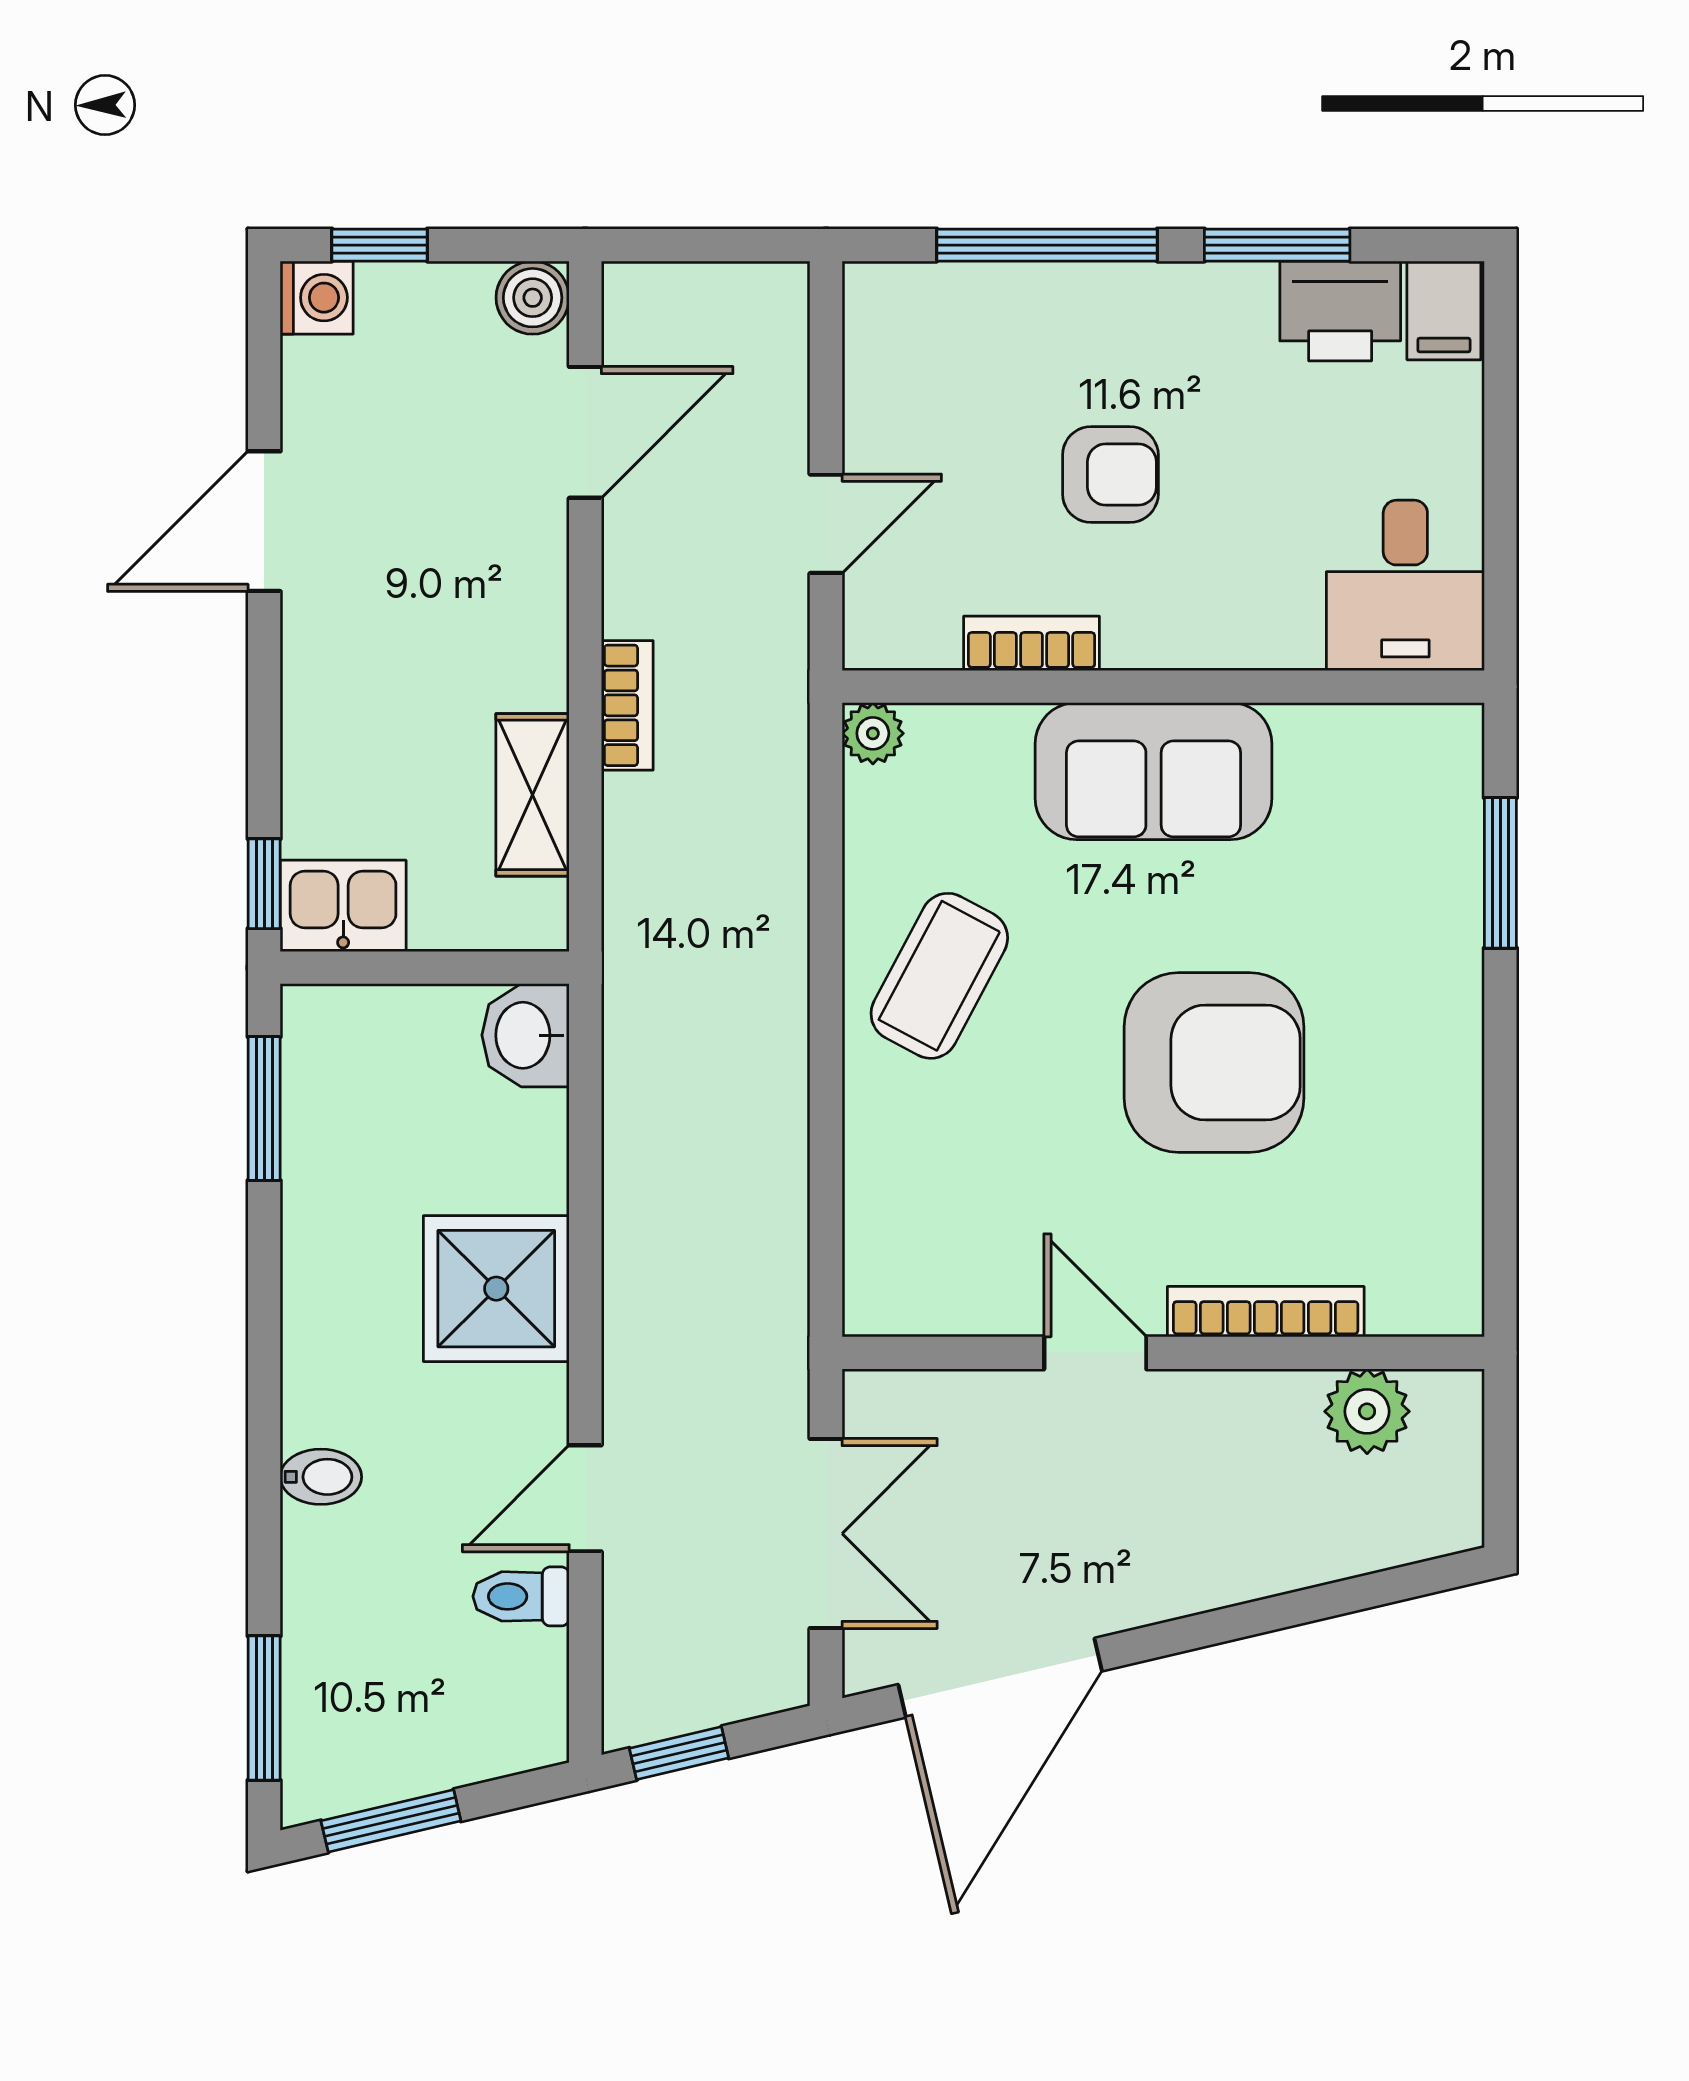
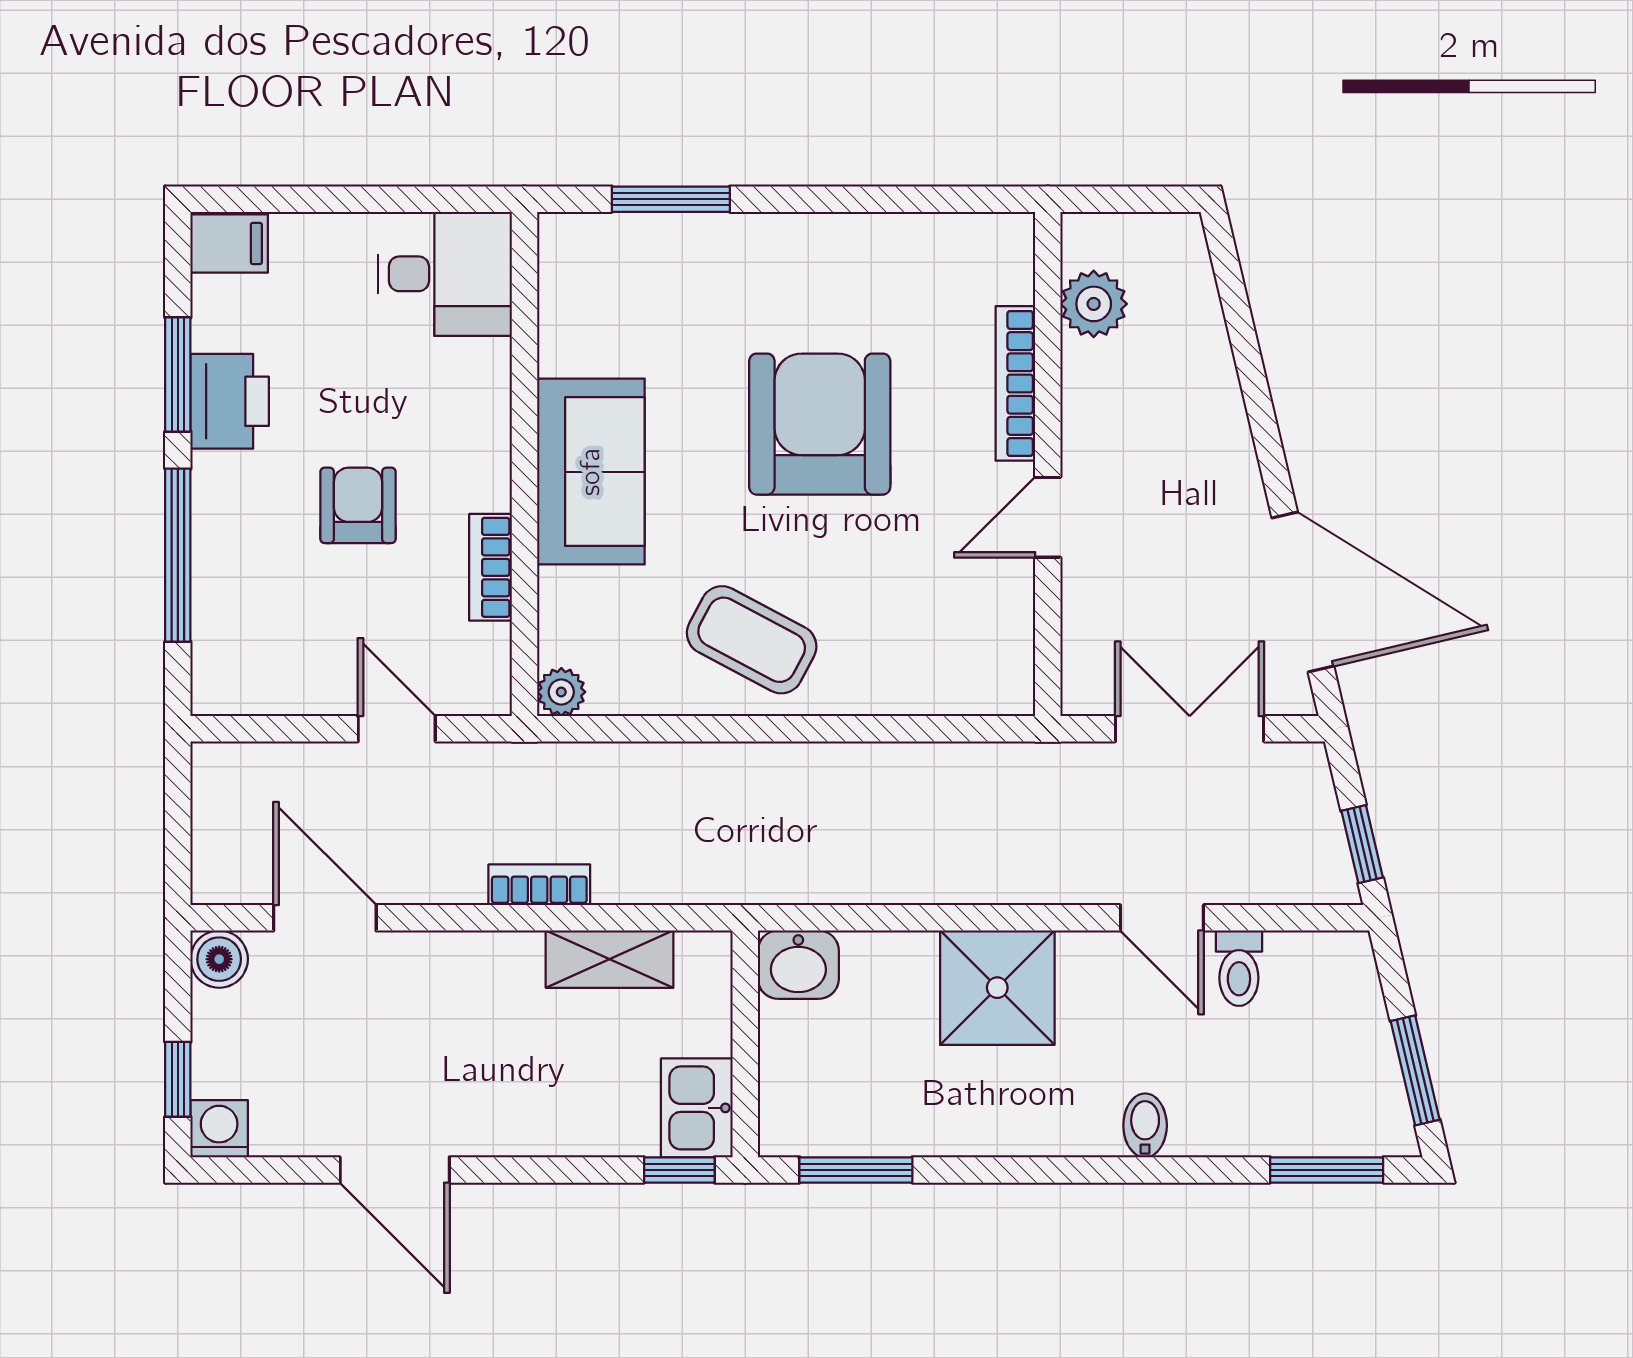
printer: (1340, 311) -> (230, 401), moved

